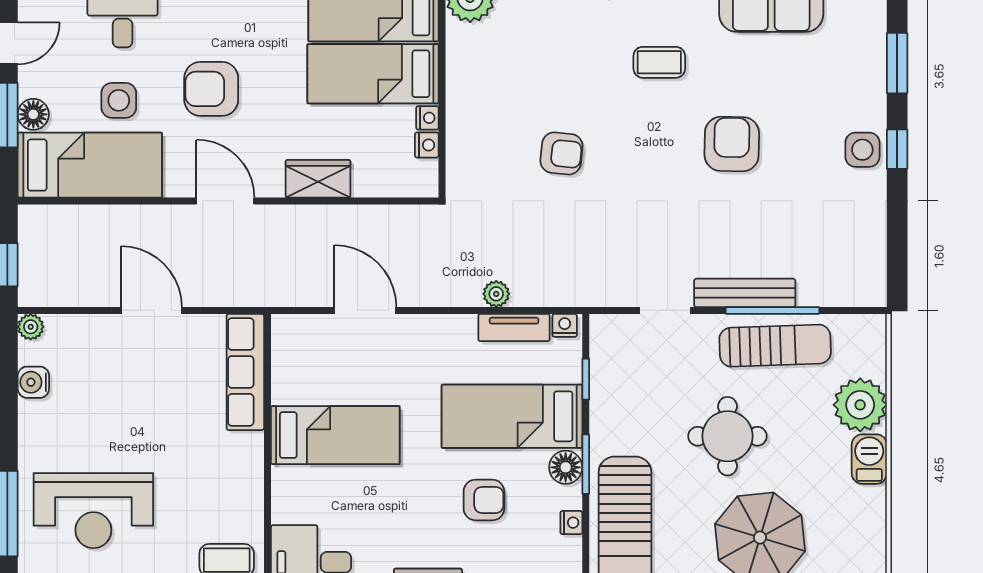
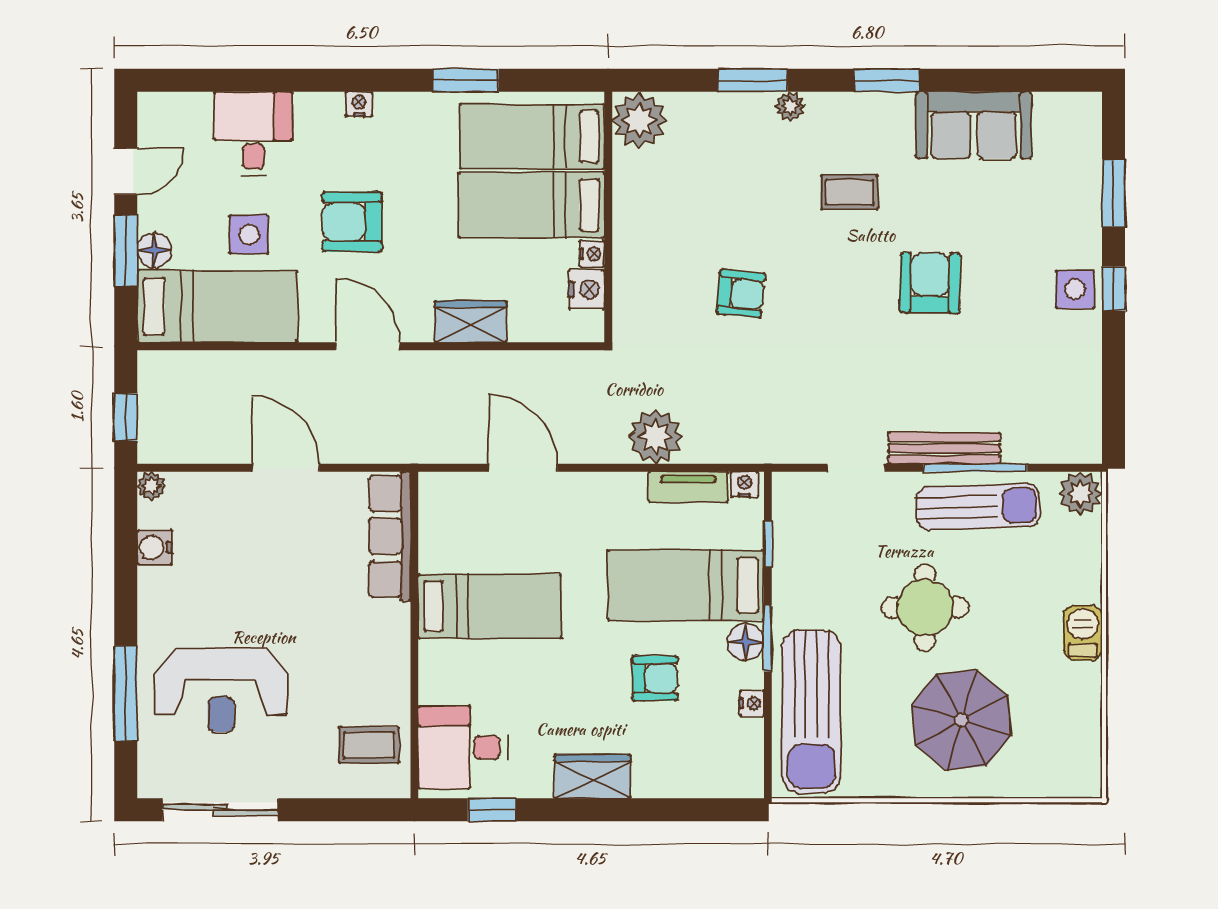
nightstand: (427, 145) -> (587, 290), width x1.39, depth x1.35
plant: (496, 294) -> (656, 437), width x1.88, depth x1.88
plant: (860, 405) -> (1080, 493), moved, width x0.73, depth x0.73

